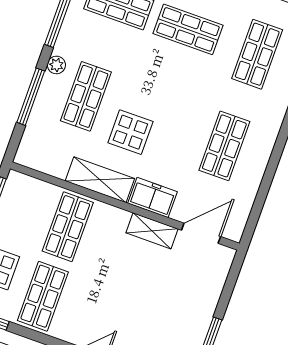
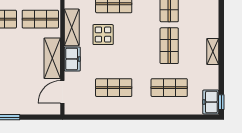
shelving: (152, 231) -> (52, 58), width x1.50, depth x1.33
door: (201, 233) -> (62, 92), swing flipped

